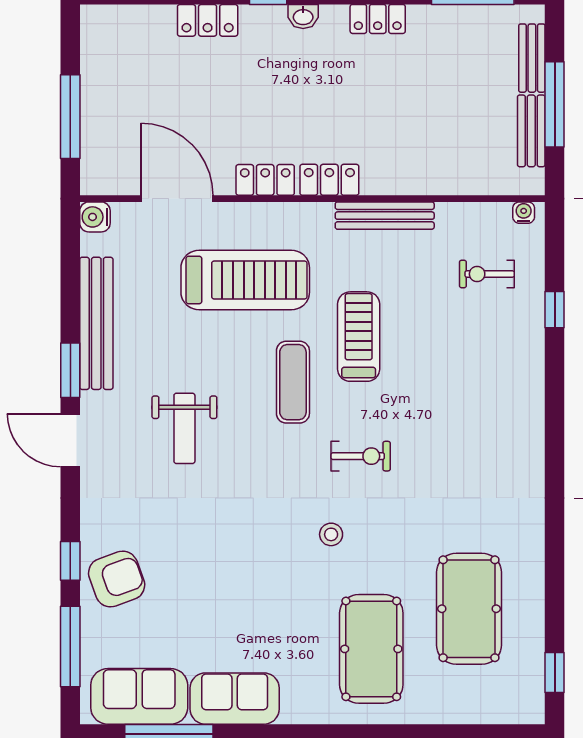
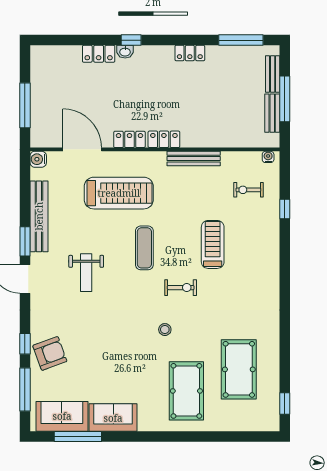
washbasin: (303, 16) -> (125, 52), moved
treadmill: (359, 337) -> (213, 244), moved

